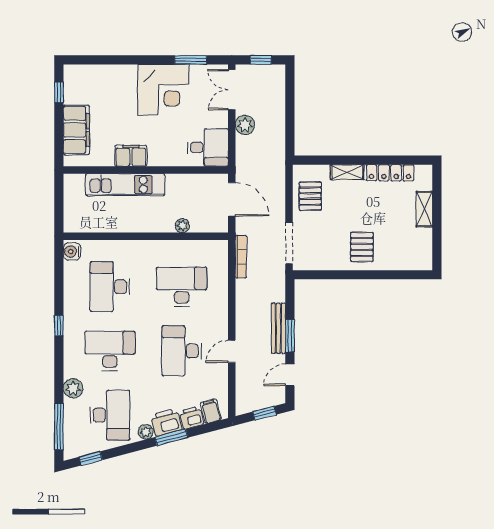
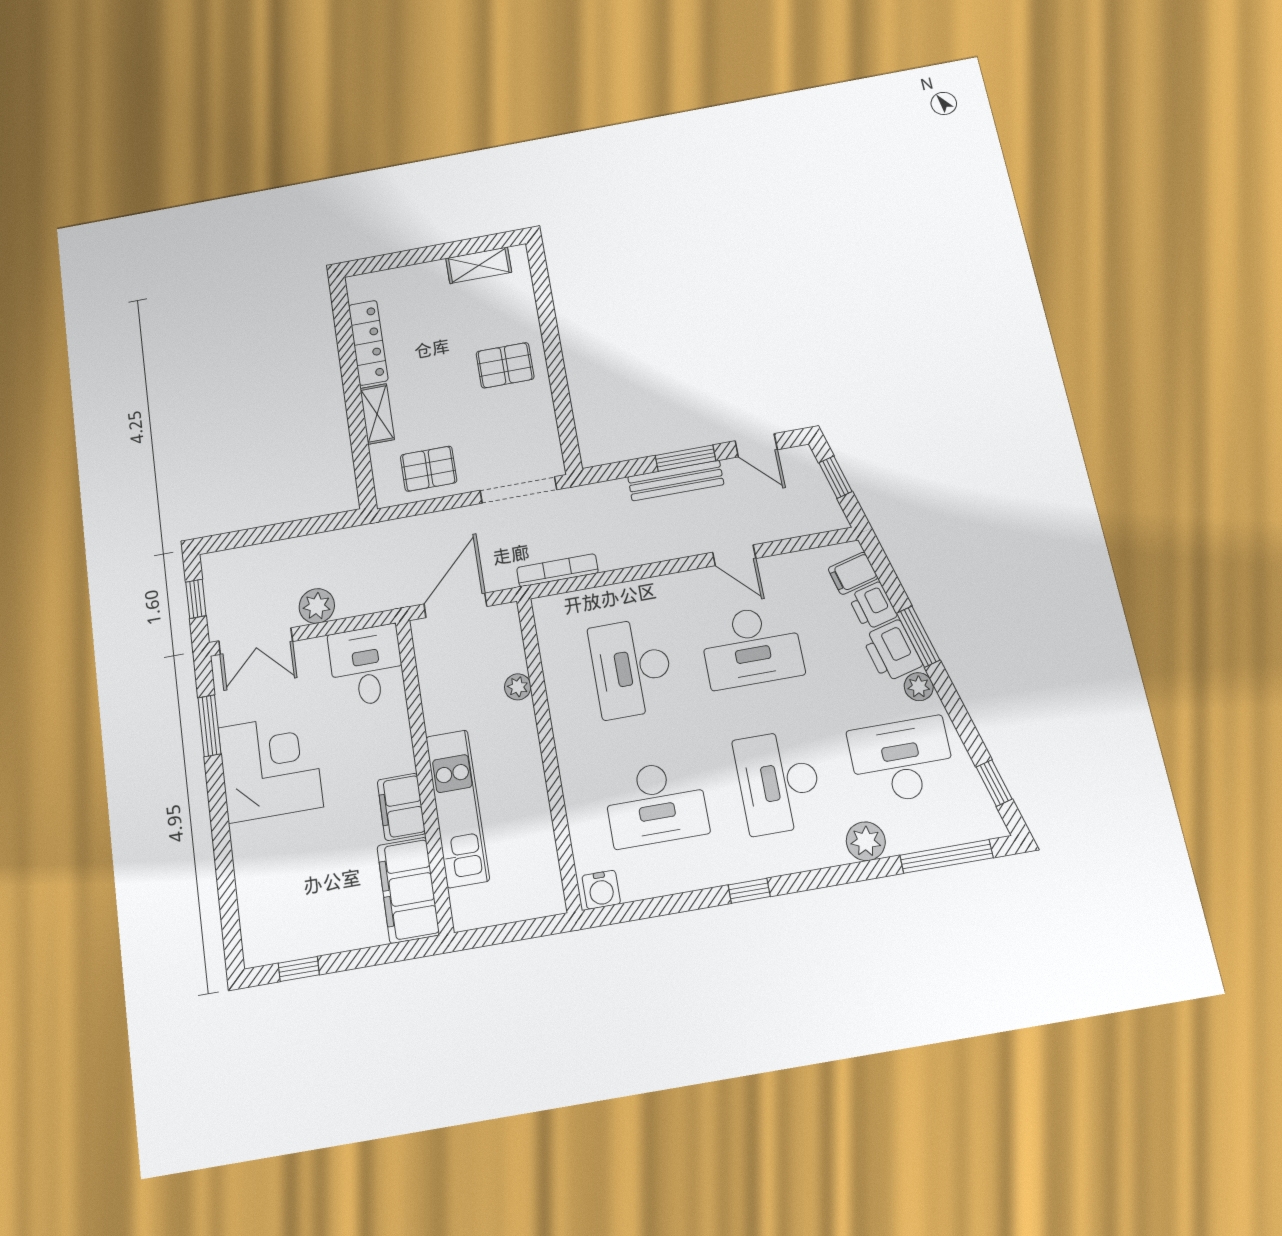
filing cabinet: (76, 130) -> (408, 890), moved, turned -90
shelving: (424, 209) -> (479, 265), moved

